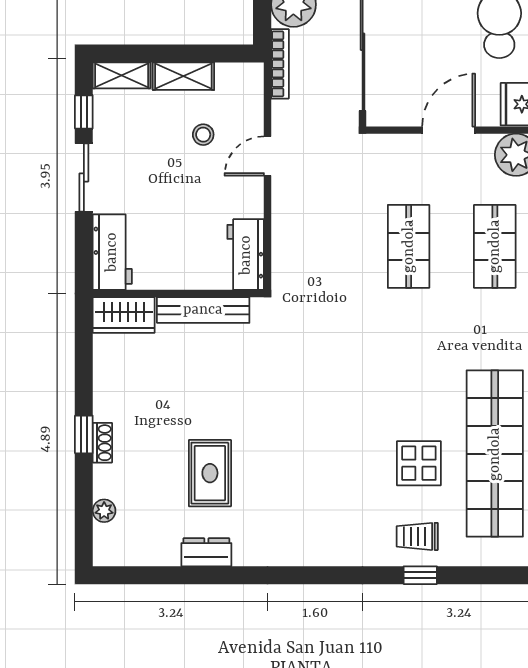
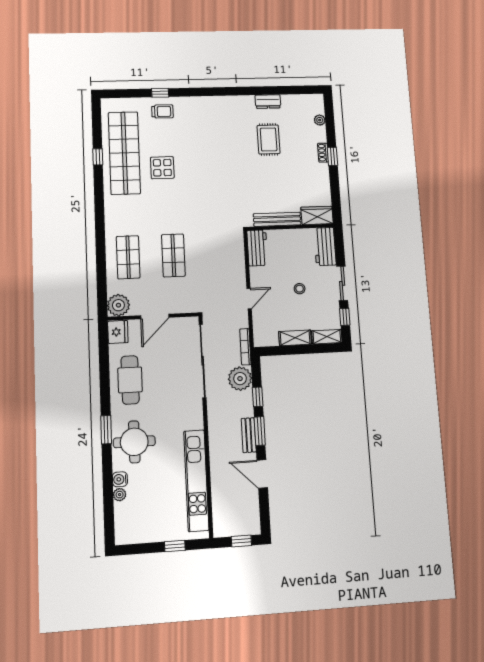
stool: (203, 135) -> (300, 289), moved
display table: (419, 463) -> (162, 168), moved

